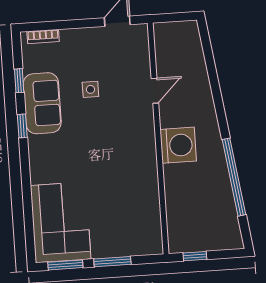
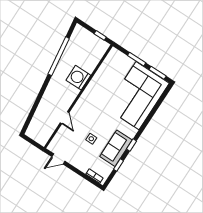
door: (155, 91) -> (65, 118), swing flipped
washing machine: (178, 145) -> (78, 78), moved
corner sofa: (61, 222) -> (138, 96), width x1.36, depth x1.36

